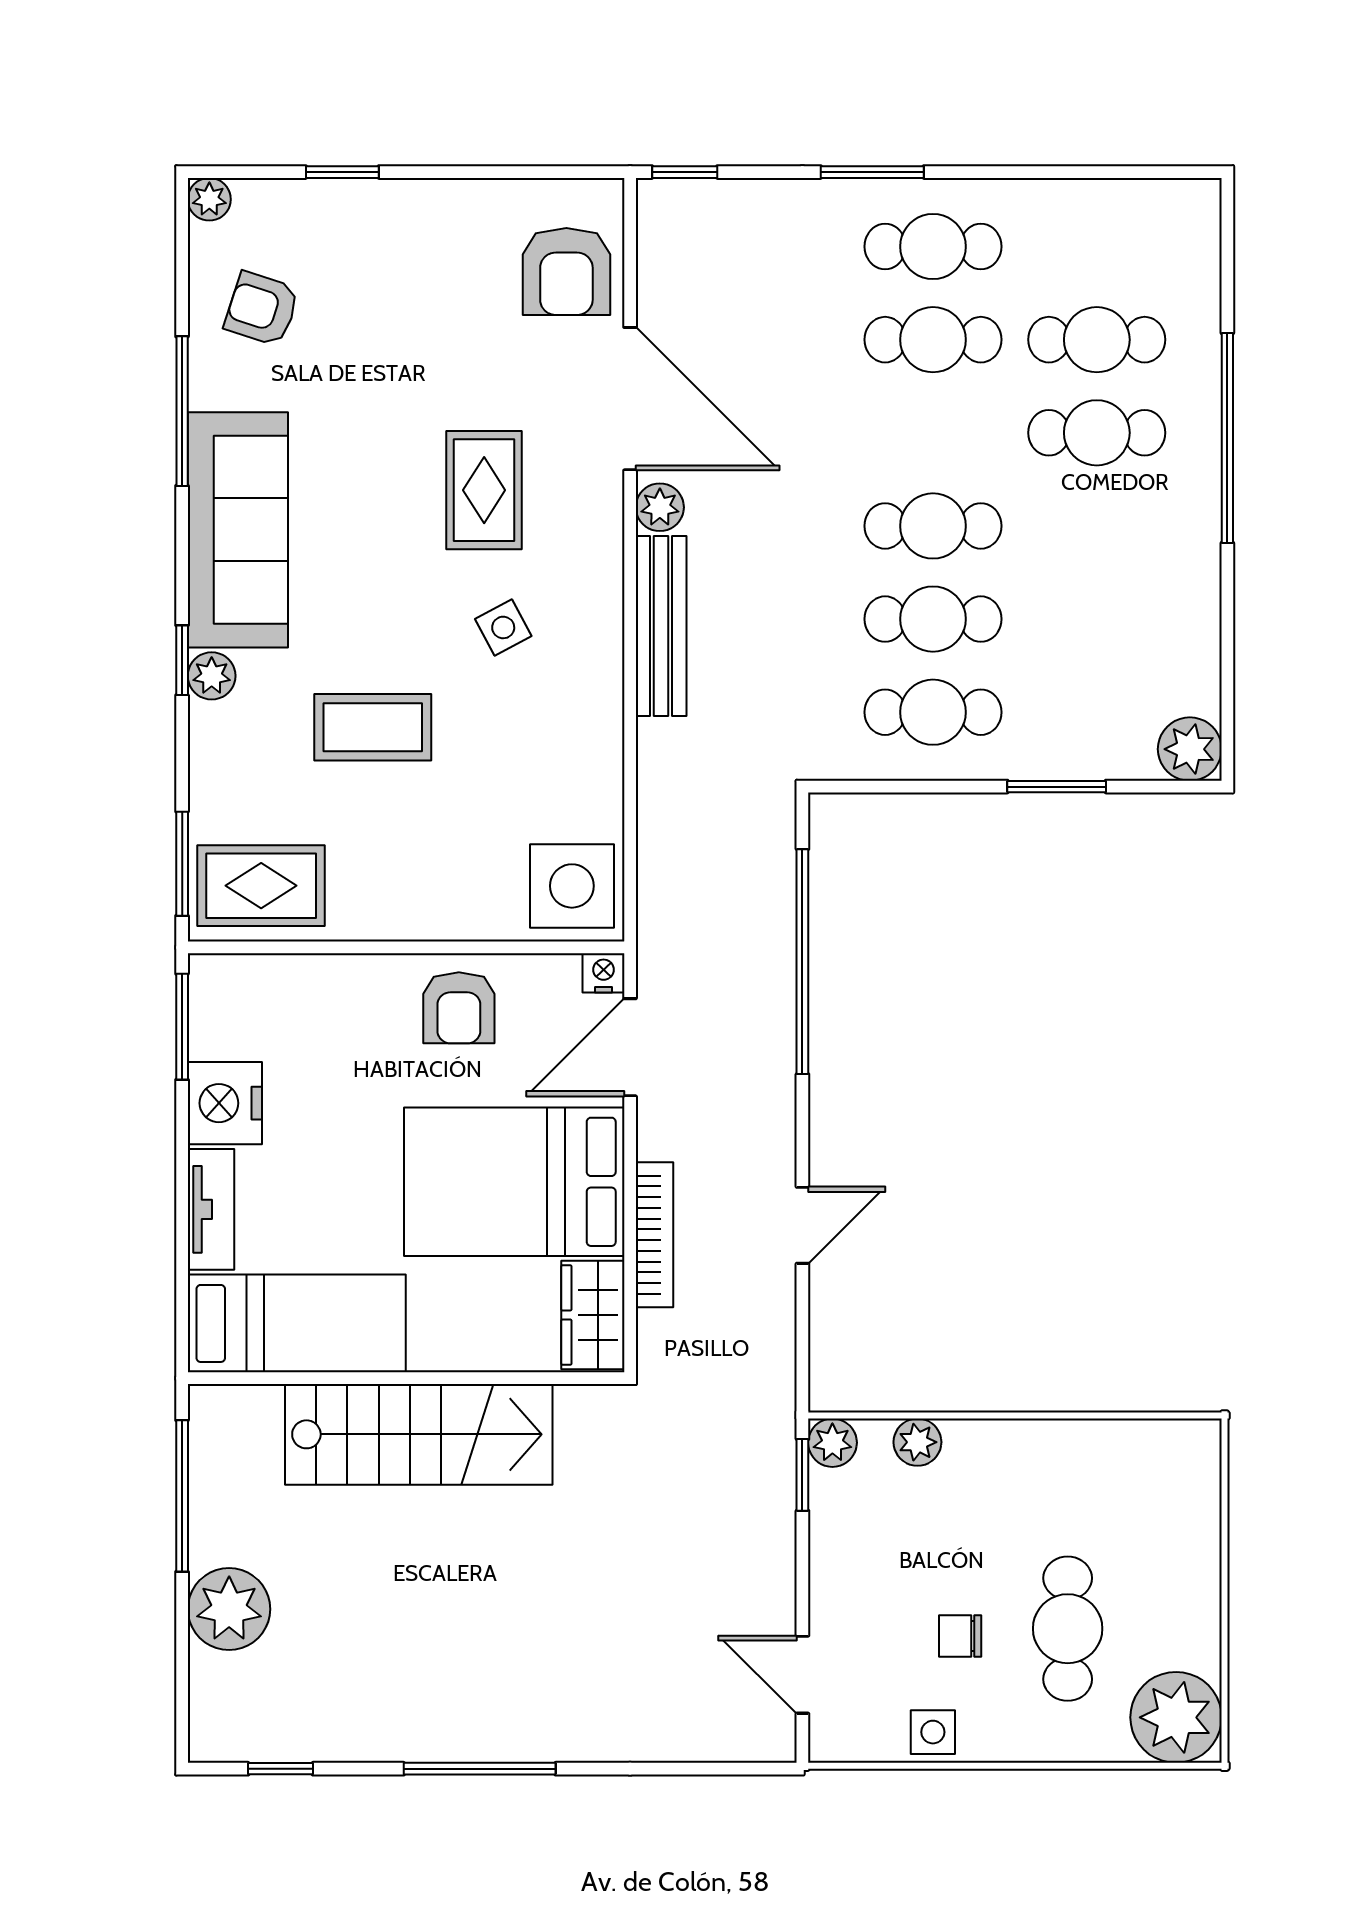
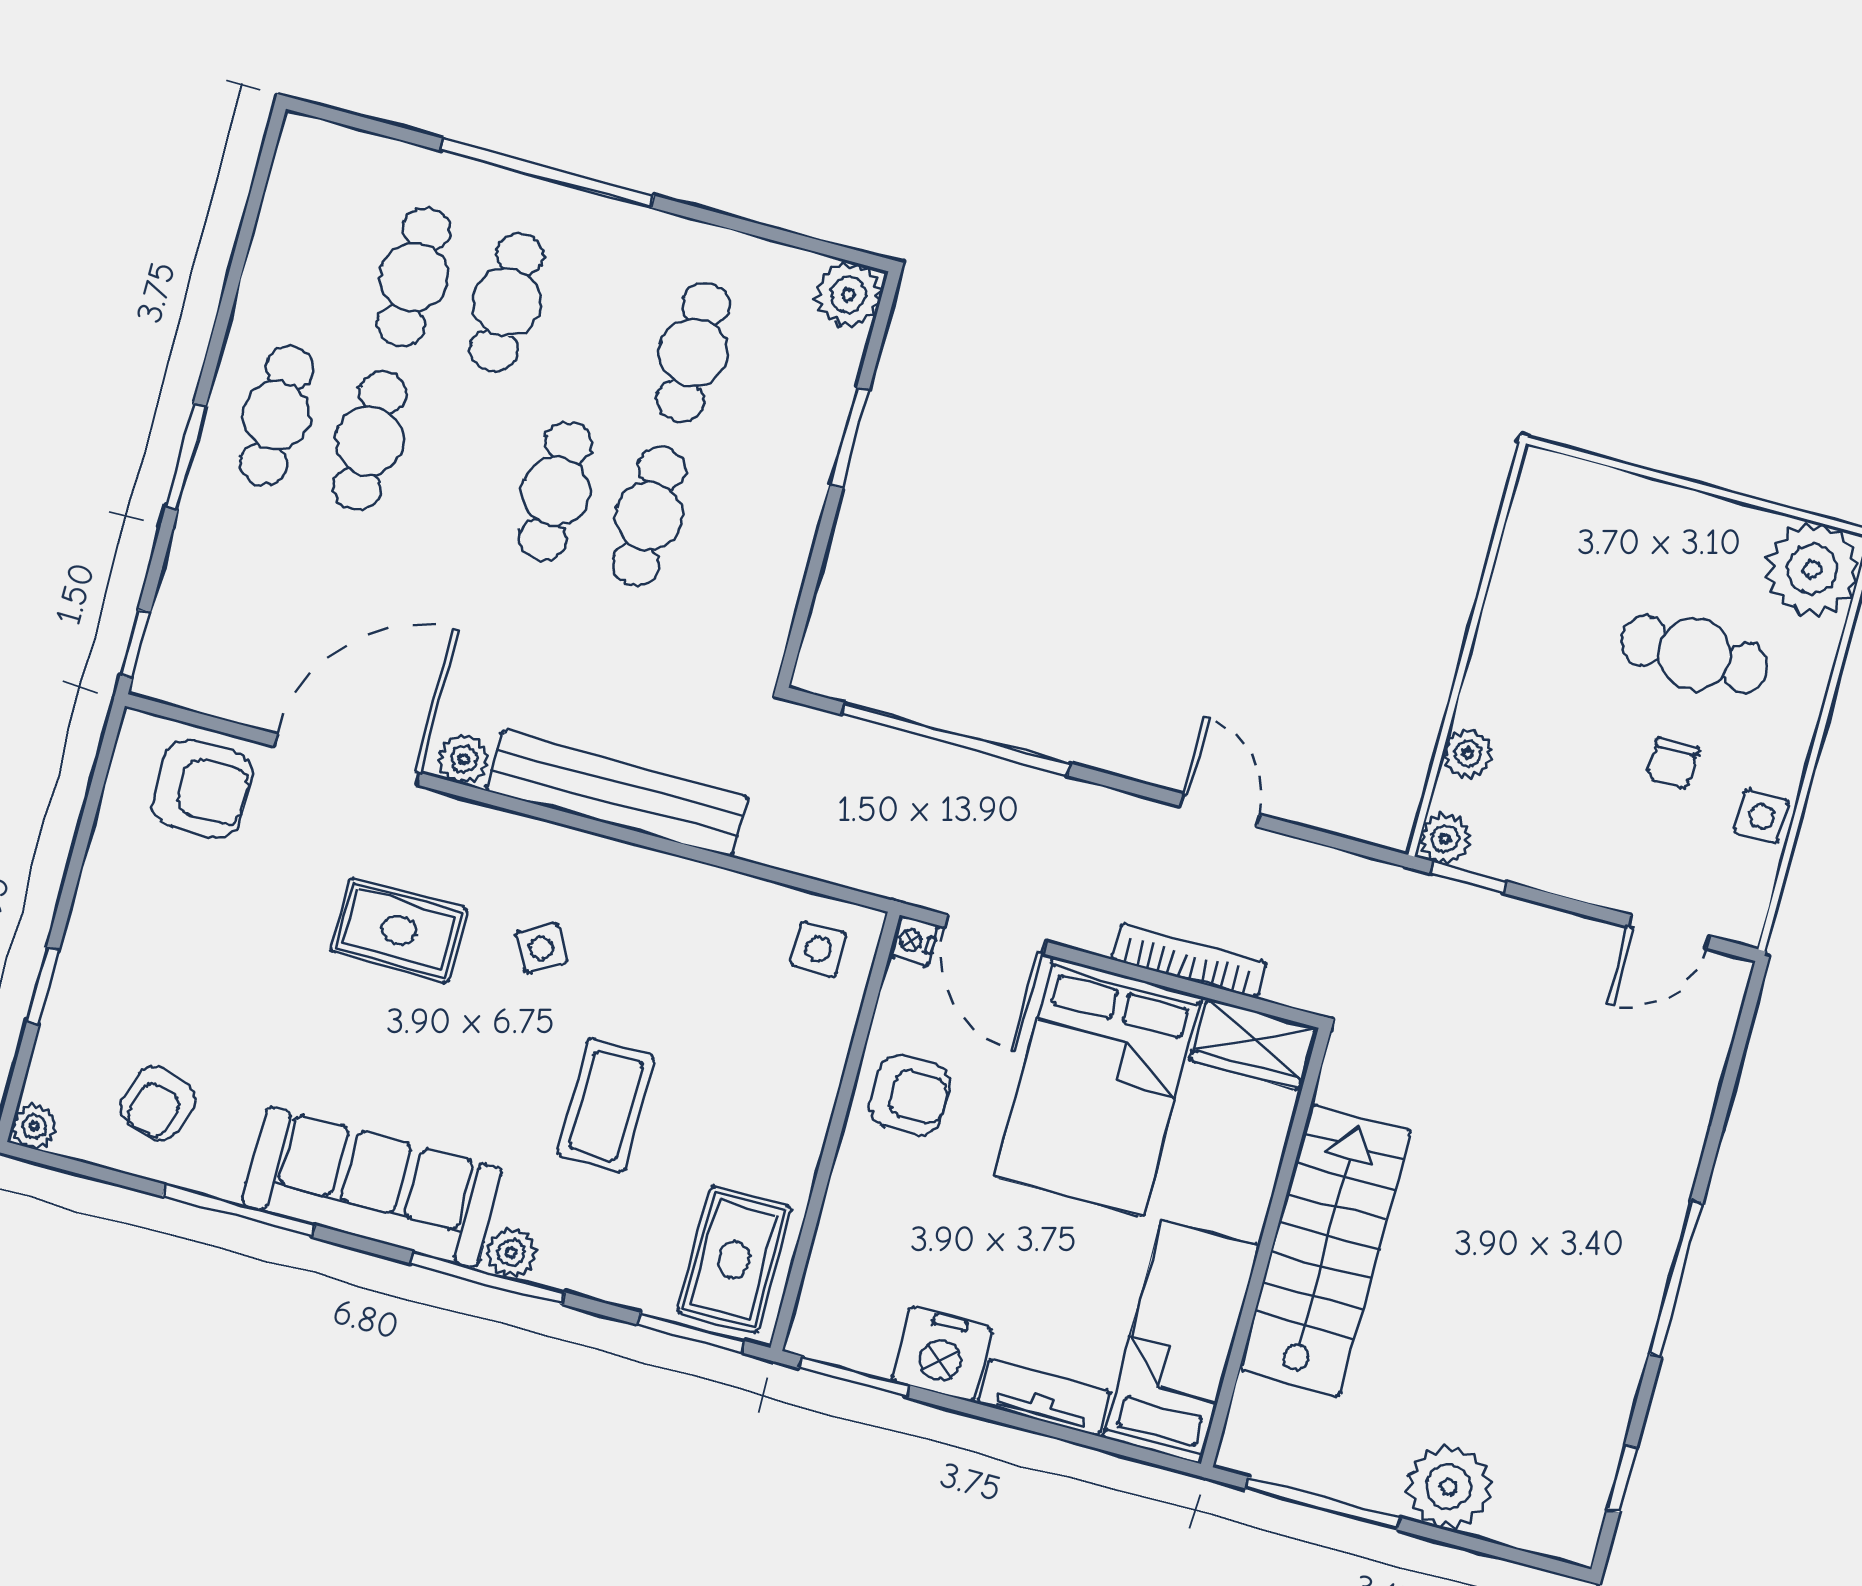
bench: (661, 626) -> (617, 793), width x1.37, depth x1.21
window: (182, 660) -> (488, 1278), width x2.17
cafe table: (933, 712) -> (693, 352), moved
side table: (572, 886) -> (818, 949), width x0.54, depth x0.54

